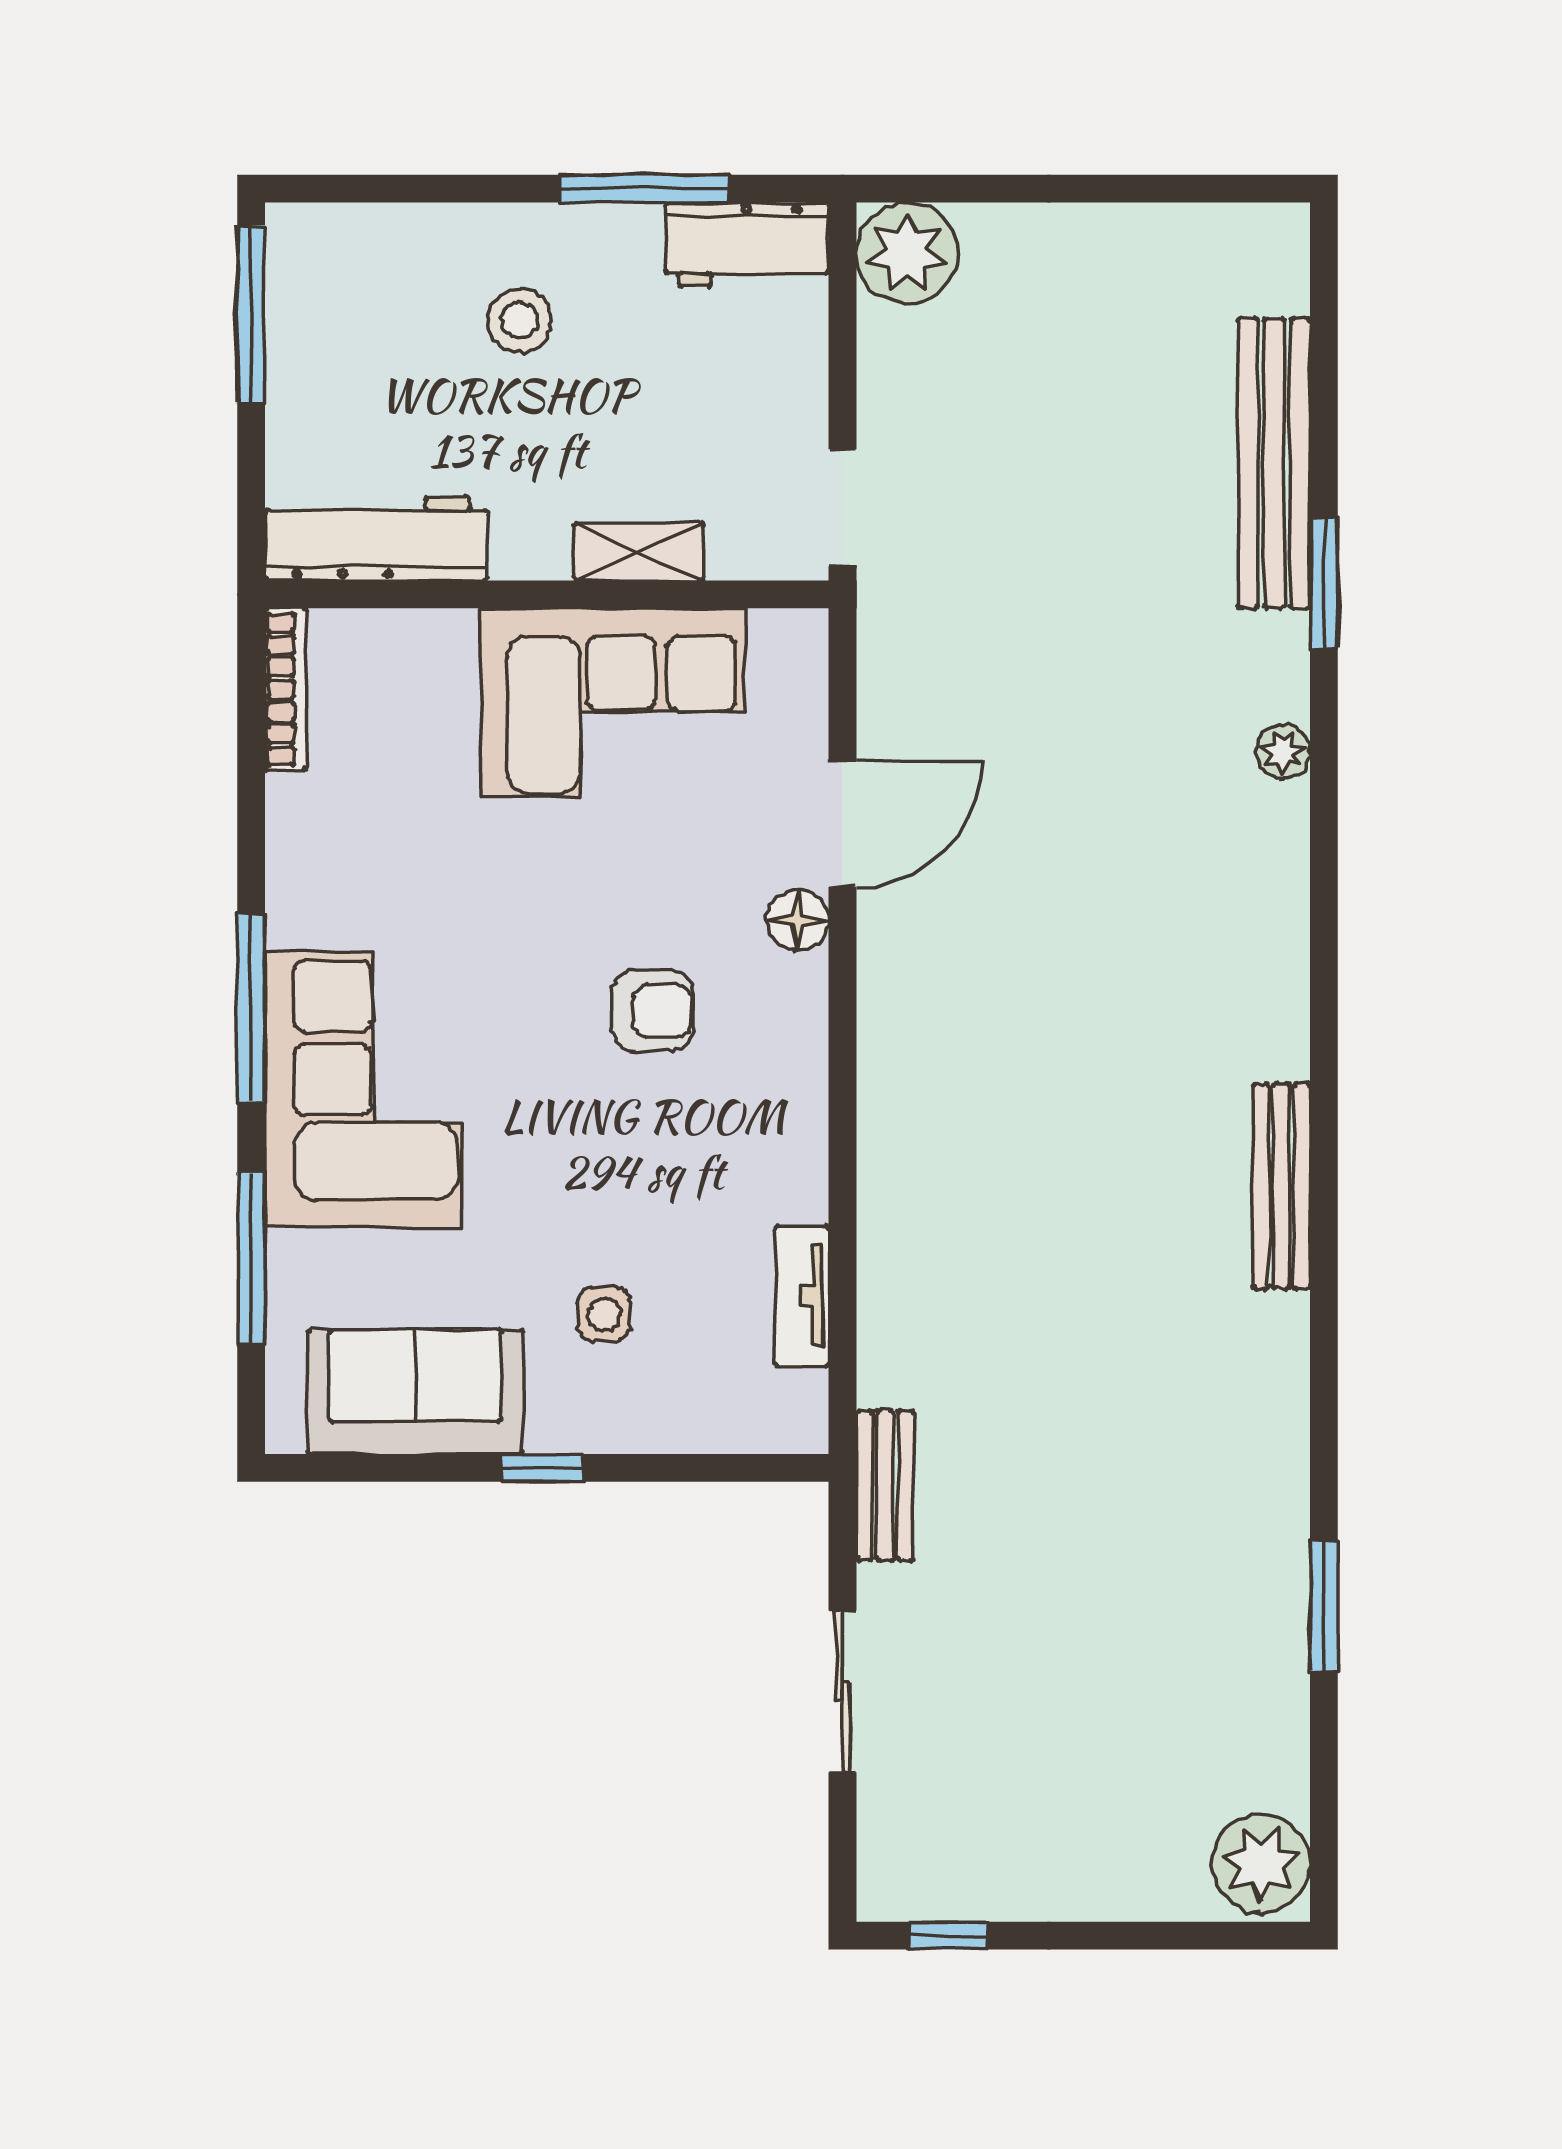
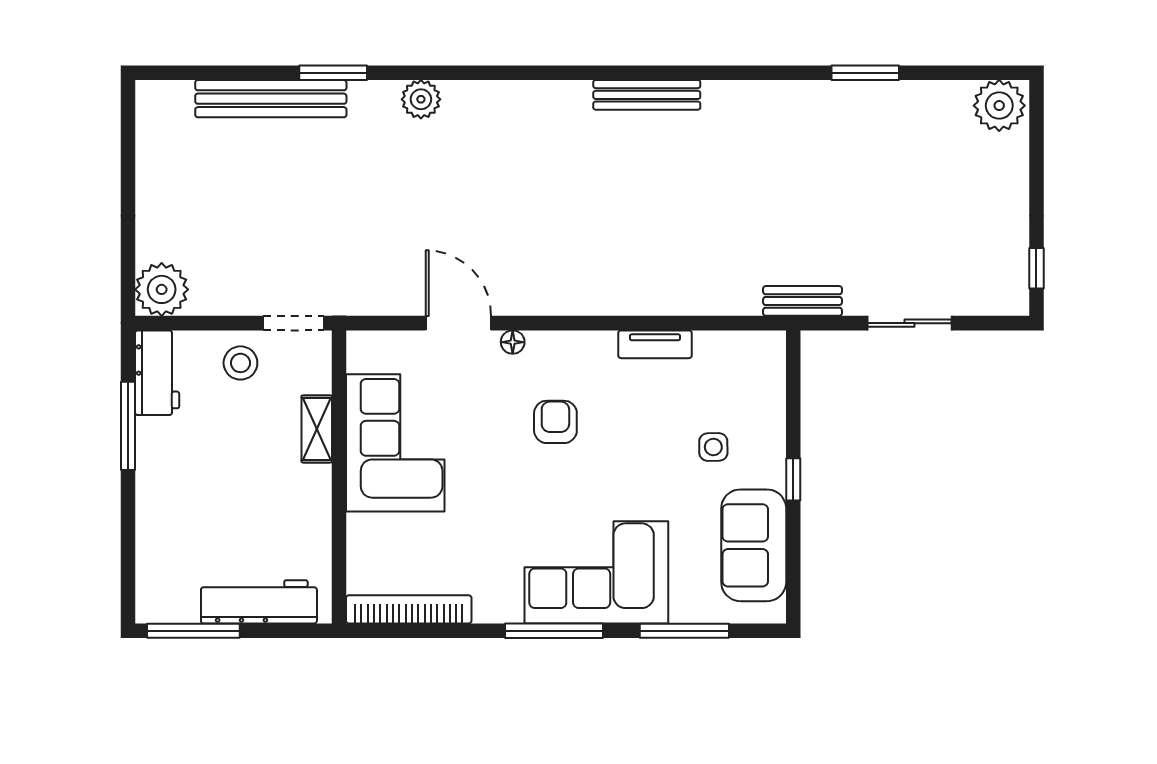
stool: (519, 320) -> (240, 363), moved
workbench: (376, 539) -> (259, 602), moved, turned 90
bookcase: (286, 689) -> (409, 609), width x1.48, depth x1.31
plant: (1283, 752) -> (421, 99), width x1.38, depth x1.38
floor lamp: (798, 920) -> (513, 342), width x0.73, depth x0.73
tv unit: (802, 1296) -> (655, 344), moved

